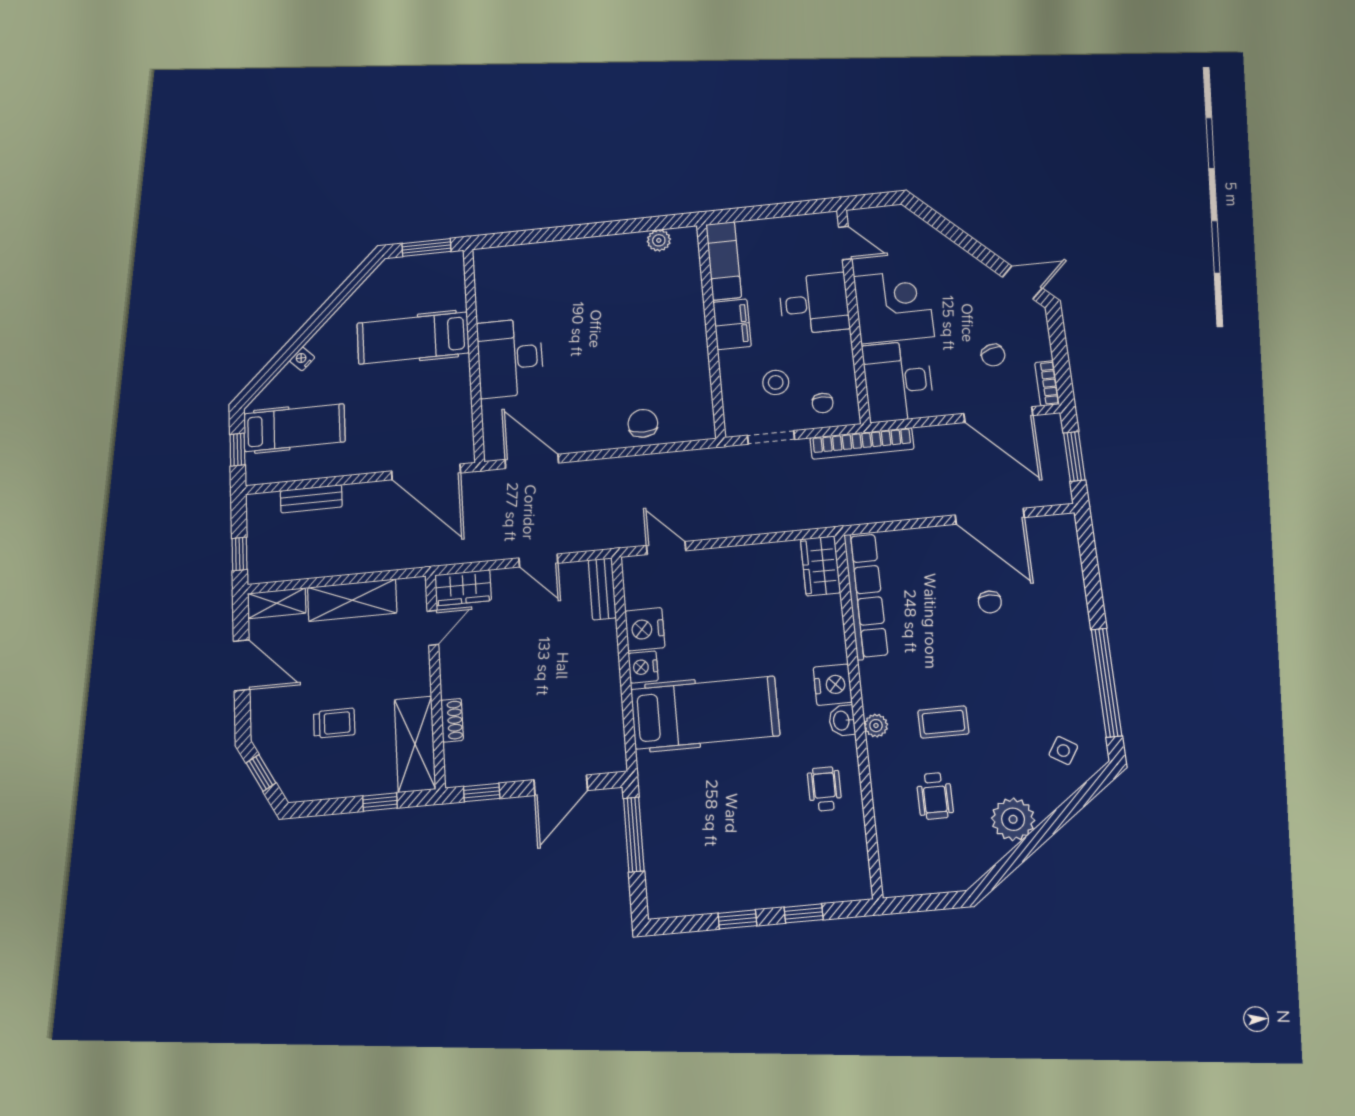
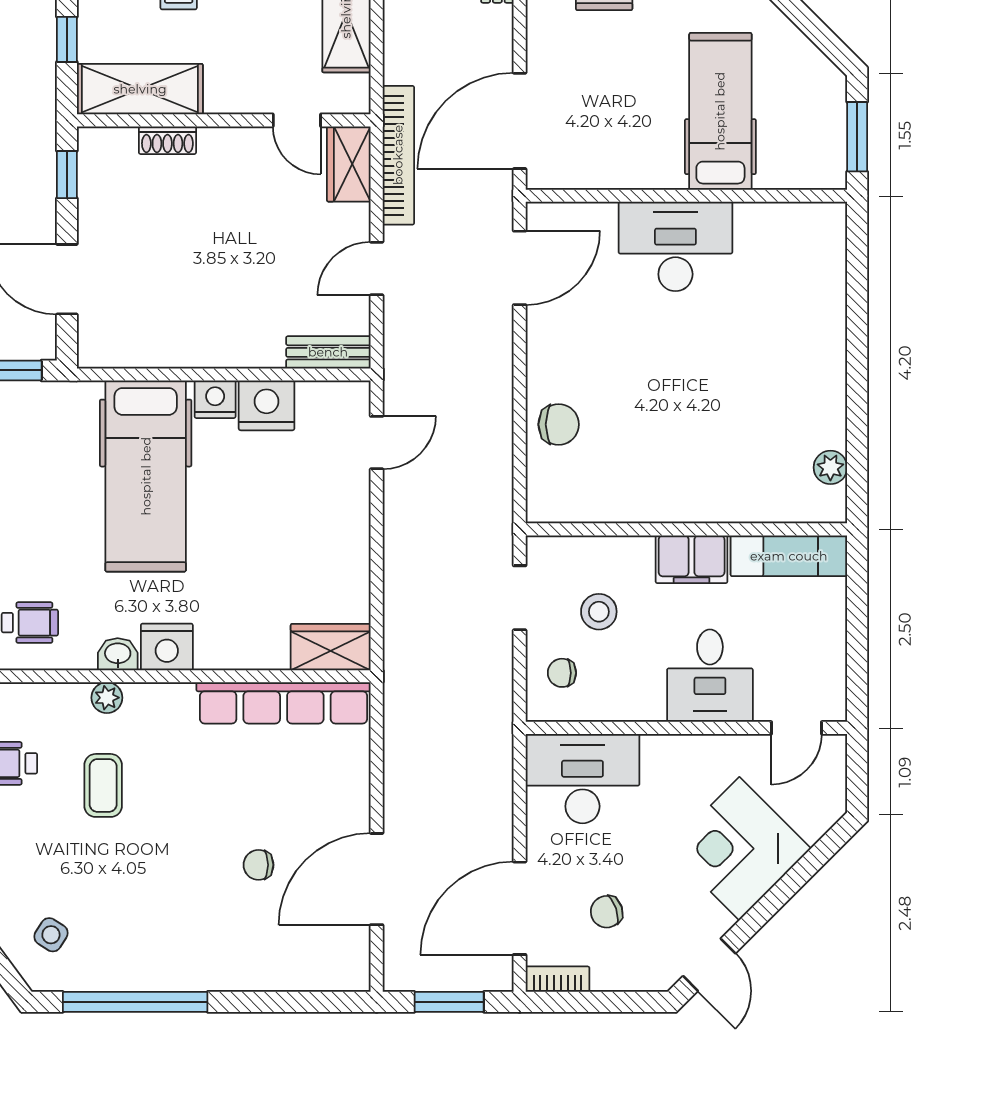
corner desk: (894, 306) -> (739, 849), moved, turned 135
bookcase: (862, 443) -> (398, 155), moved, turned 180

